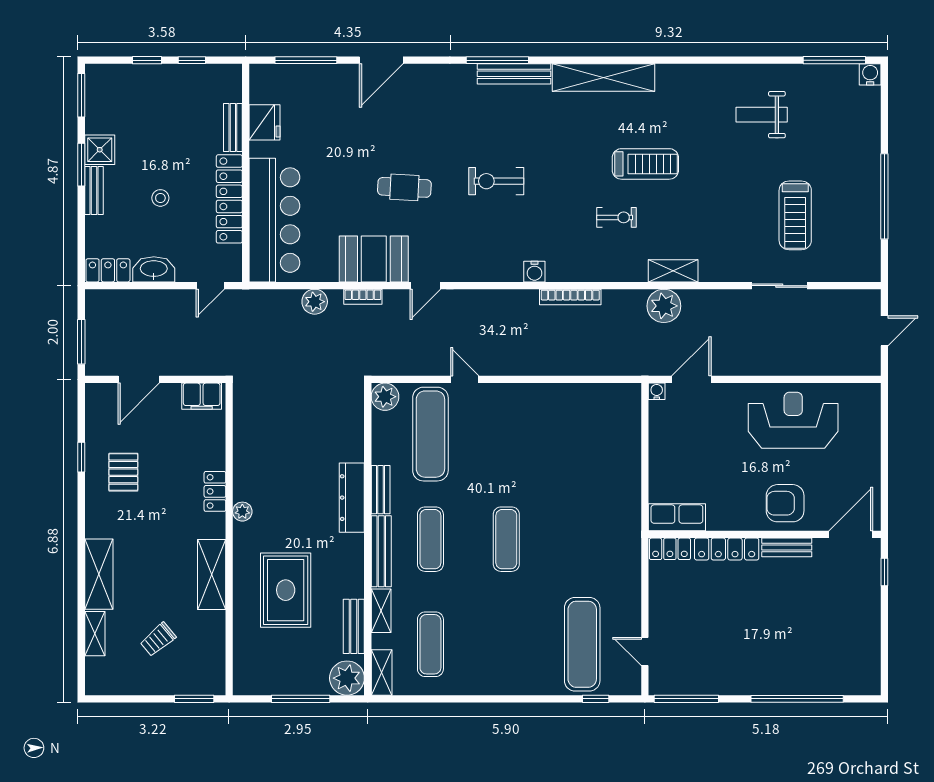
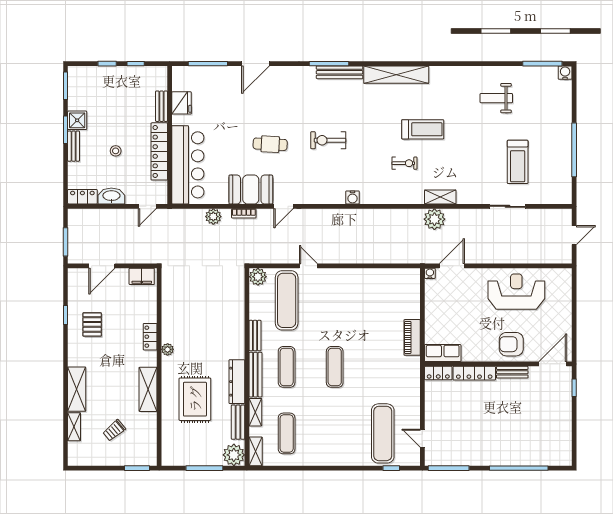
bookcase: (570, 297) -> (375, 214), removed
piano: (629, 493) -> (412, 337), added
dresser: (352, 498) -> (237, 382), moved

